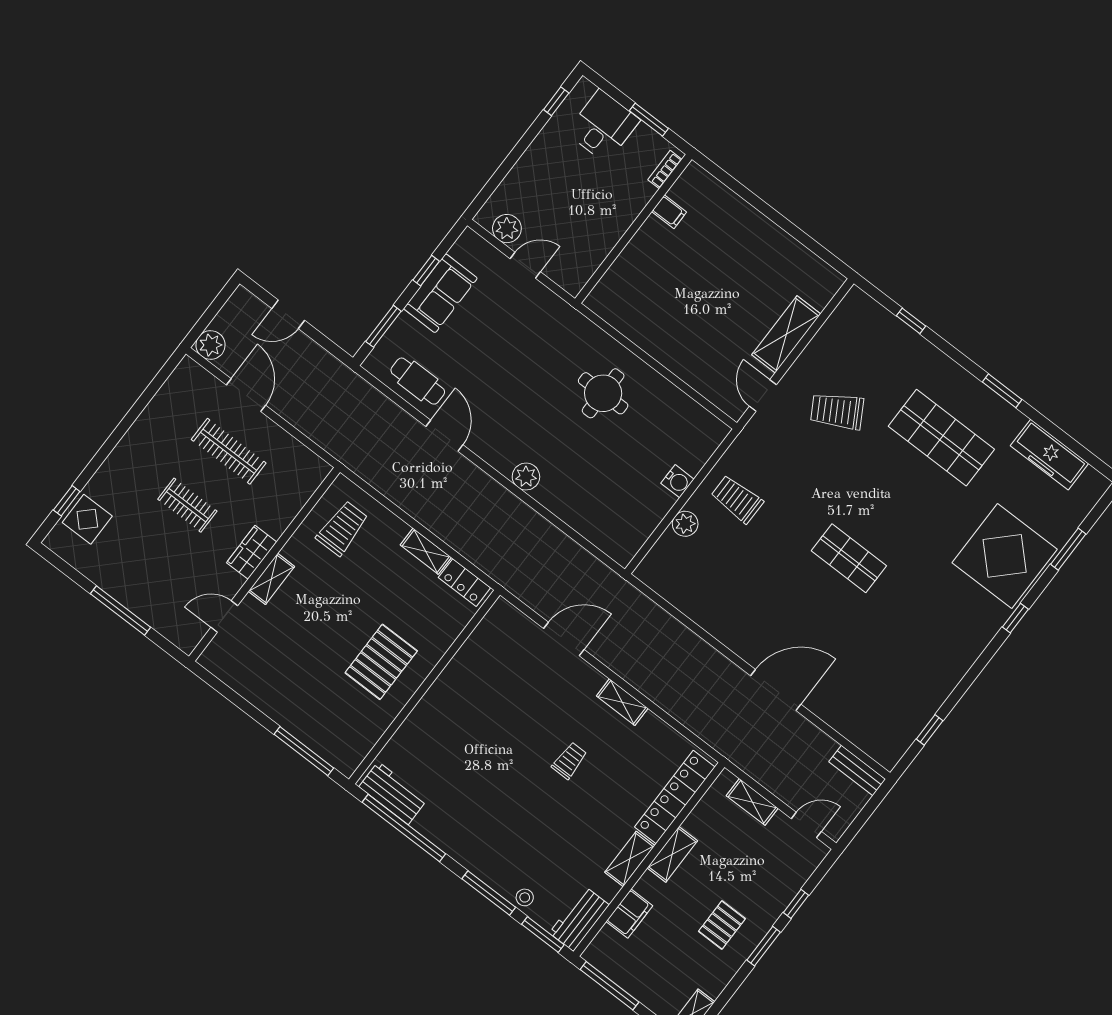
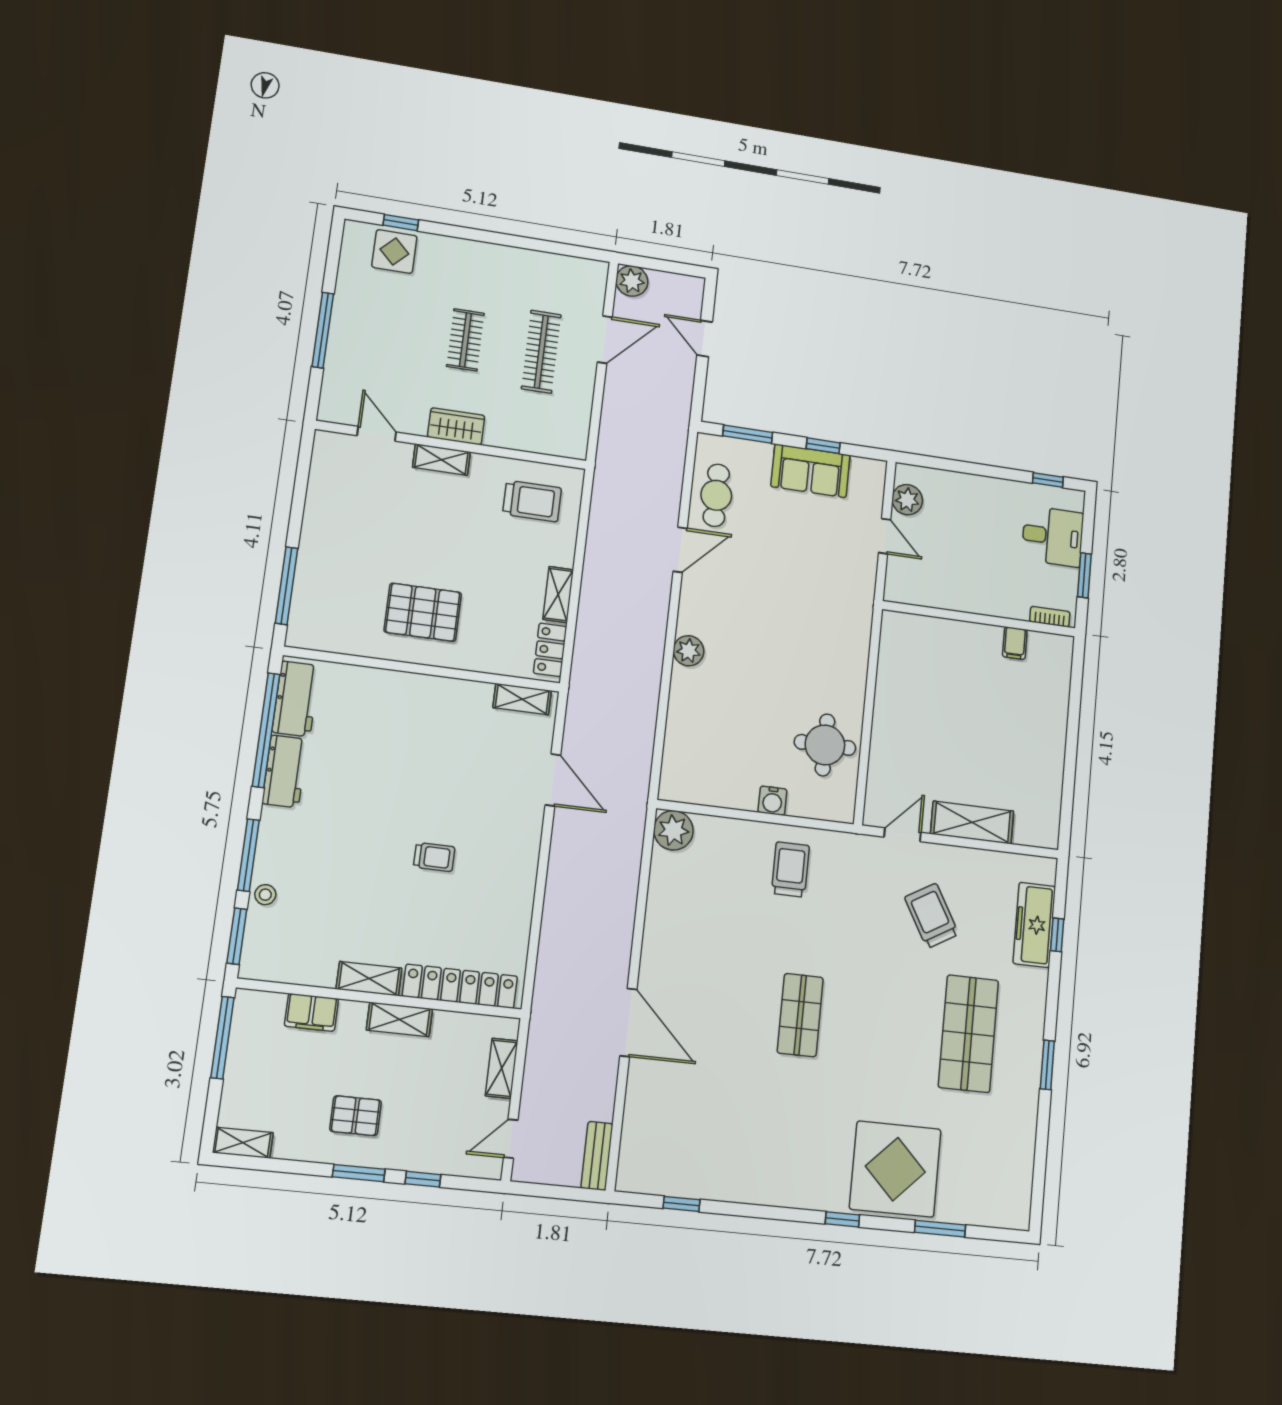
round table: (603, 393) -> (825, 745), moved
freezer: (1049, 455) -> (1034, 925), moved
plant: (685, 524) -> (673, 830), moved, width x1.36, depth x1.36
shelving: (622, 702) -> (522, 699), moved, turned 90
door: (806, 825) -> (511, 1139), swing flipped
workbench: (579, 919) -> (285, 771), moved, turned 90

